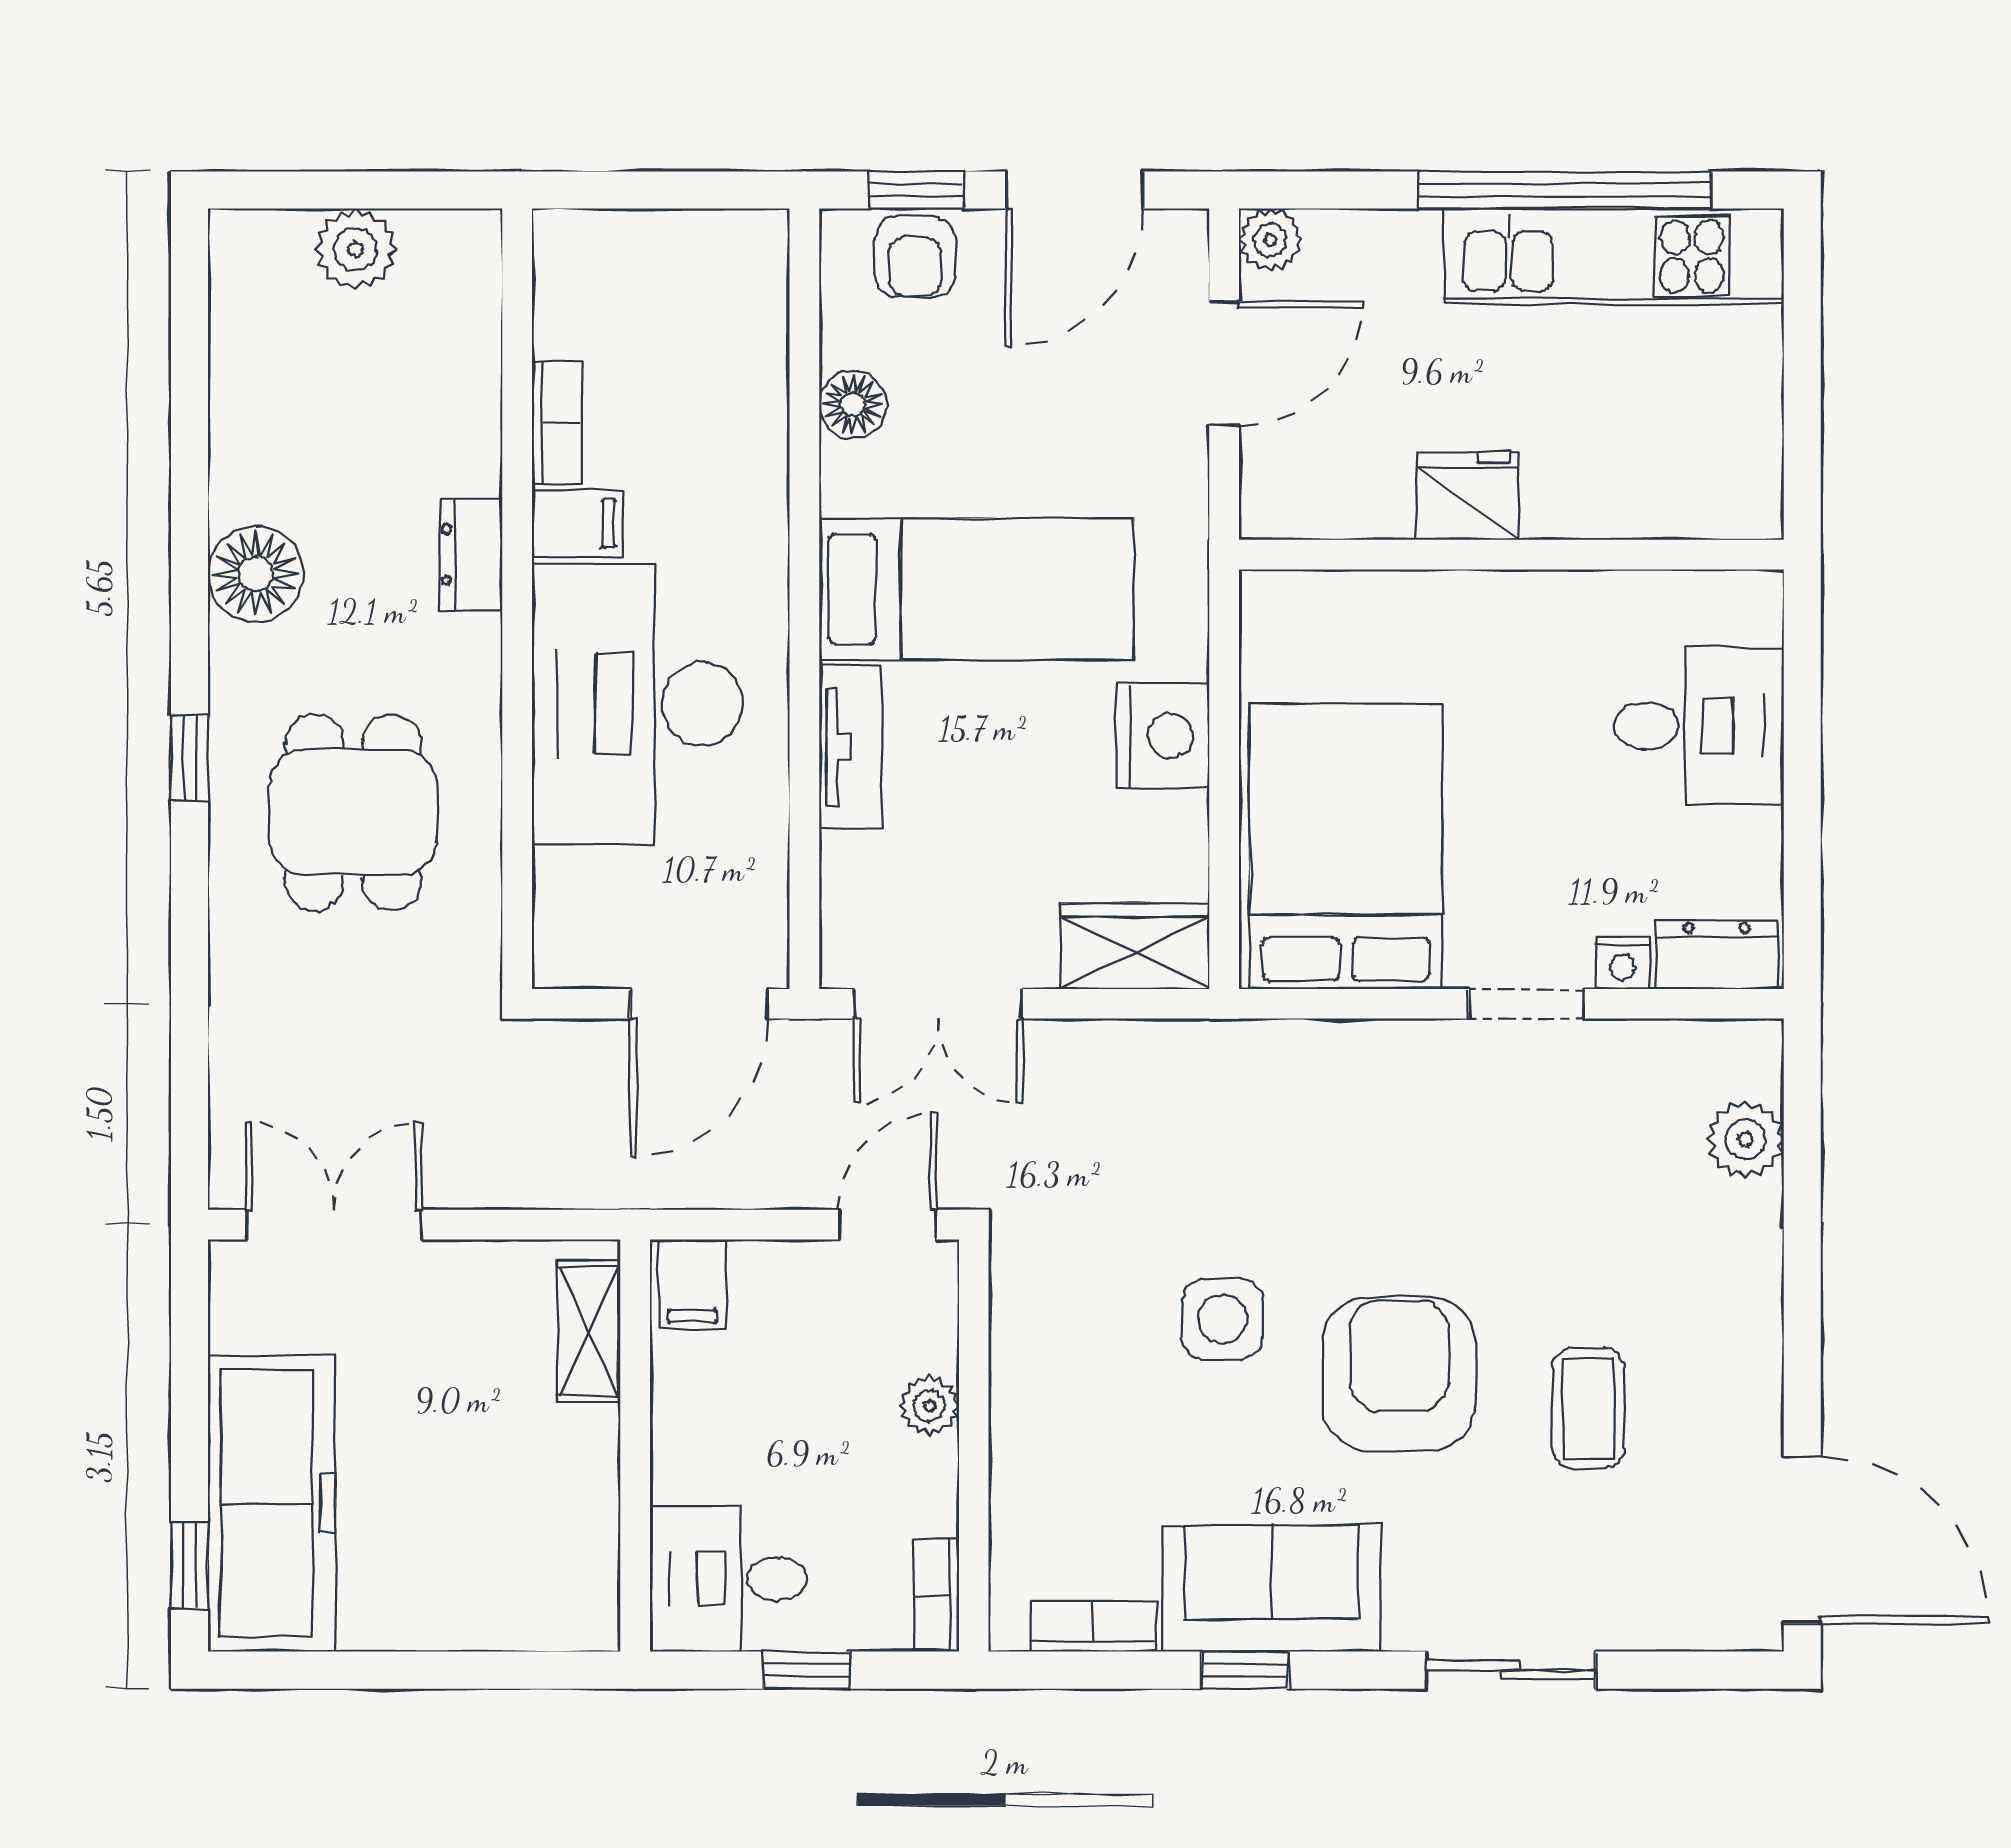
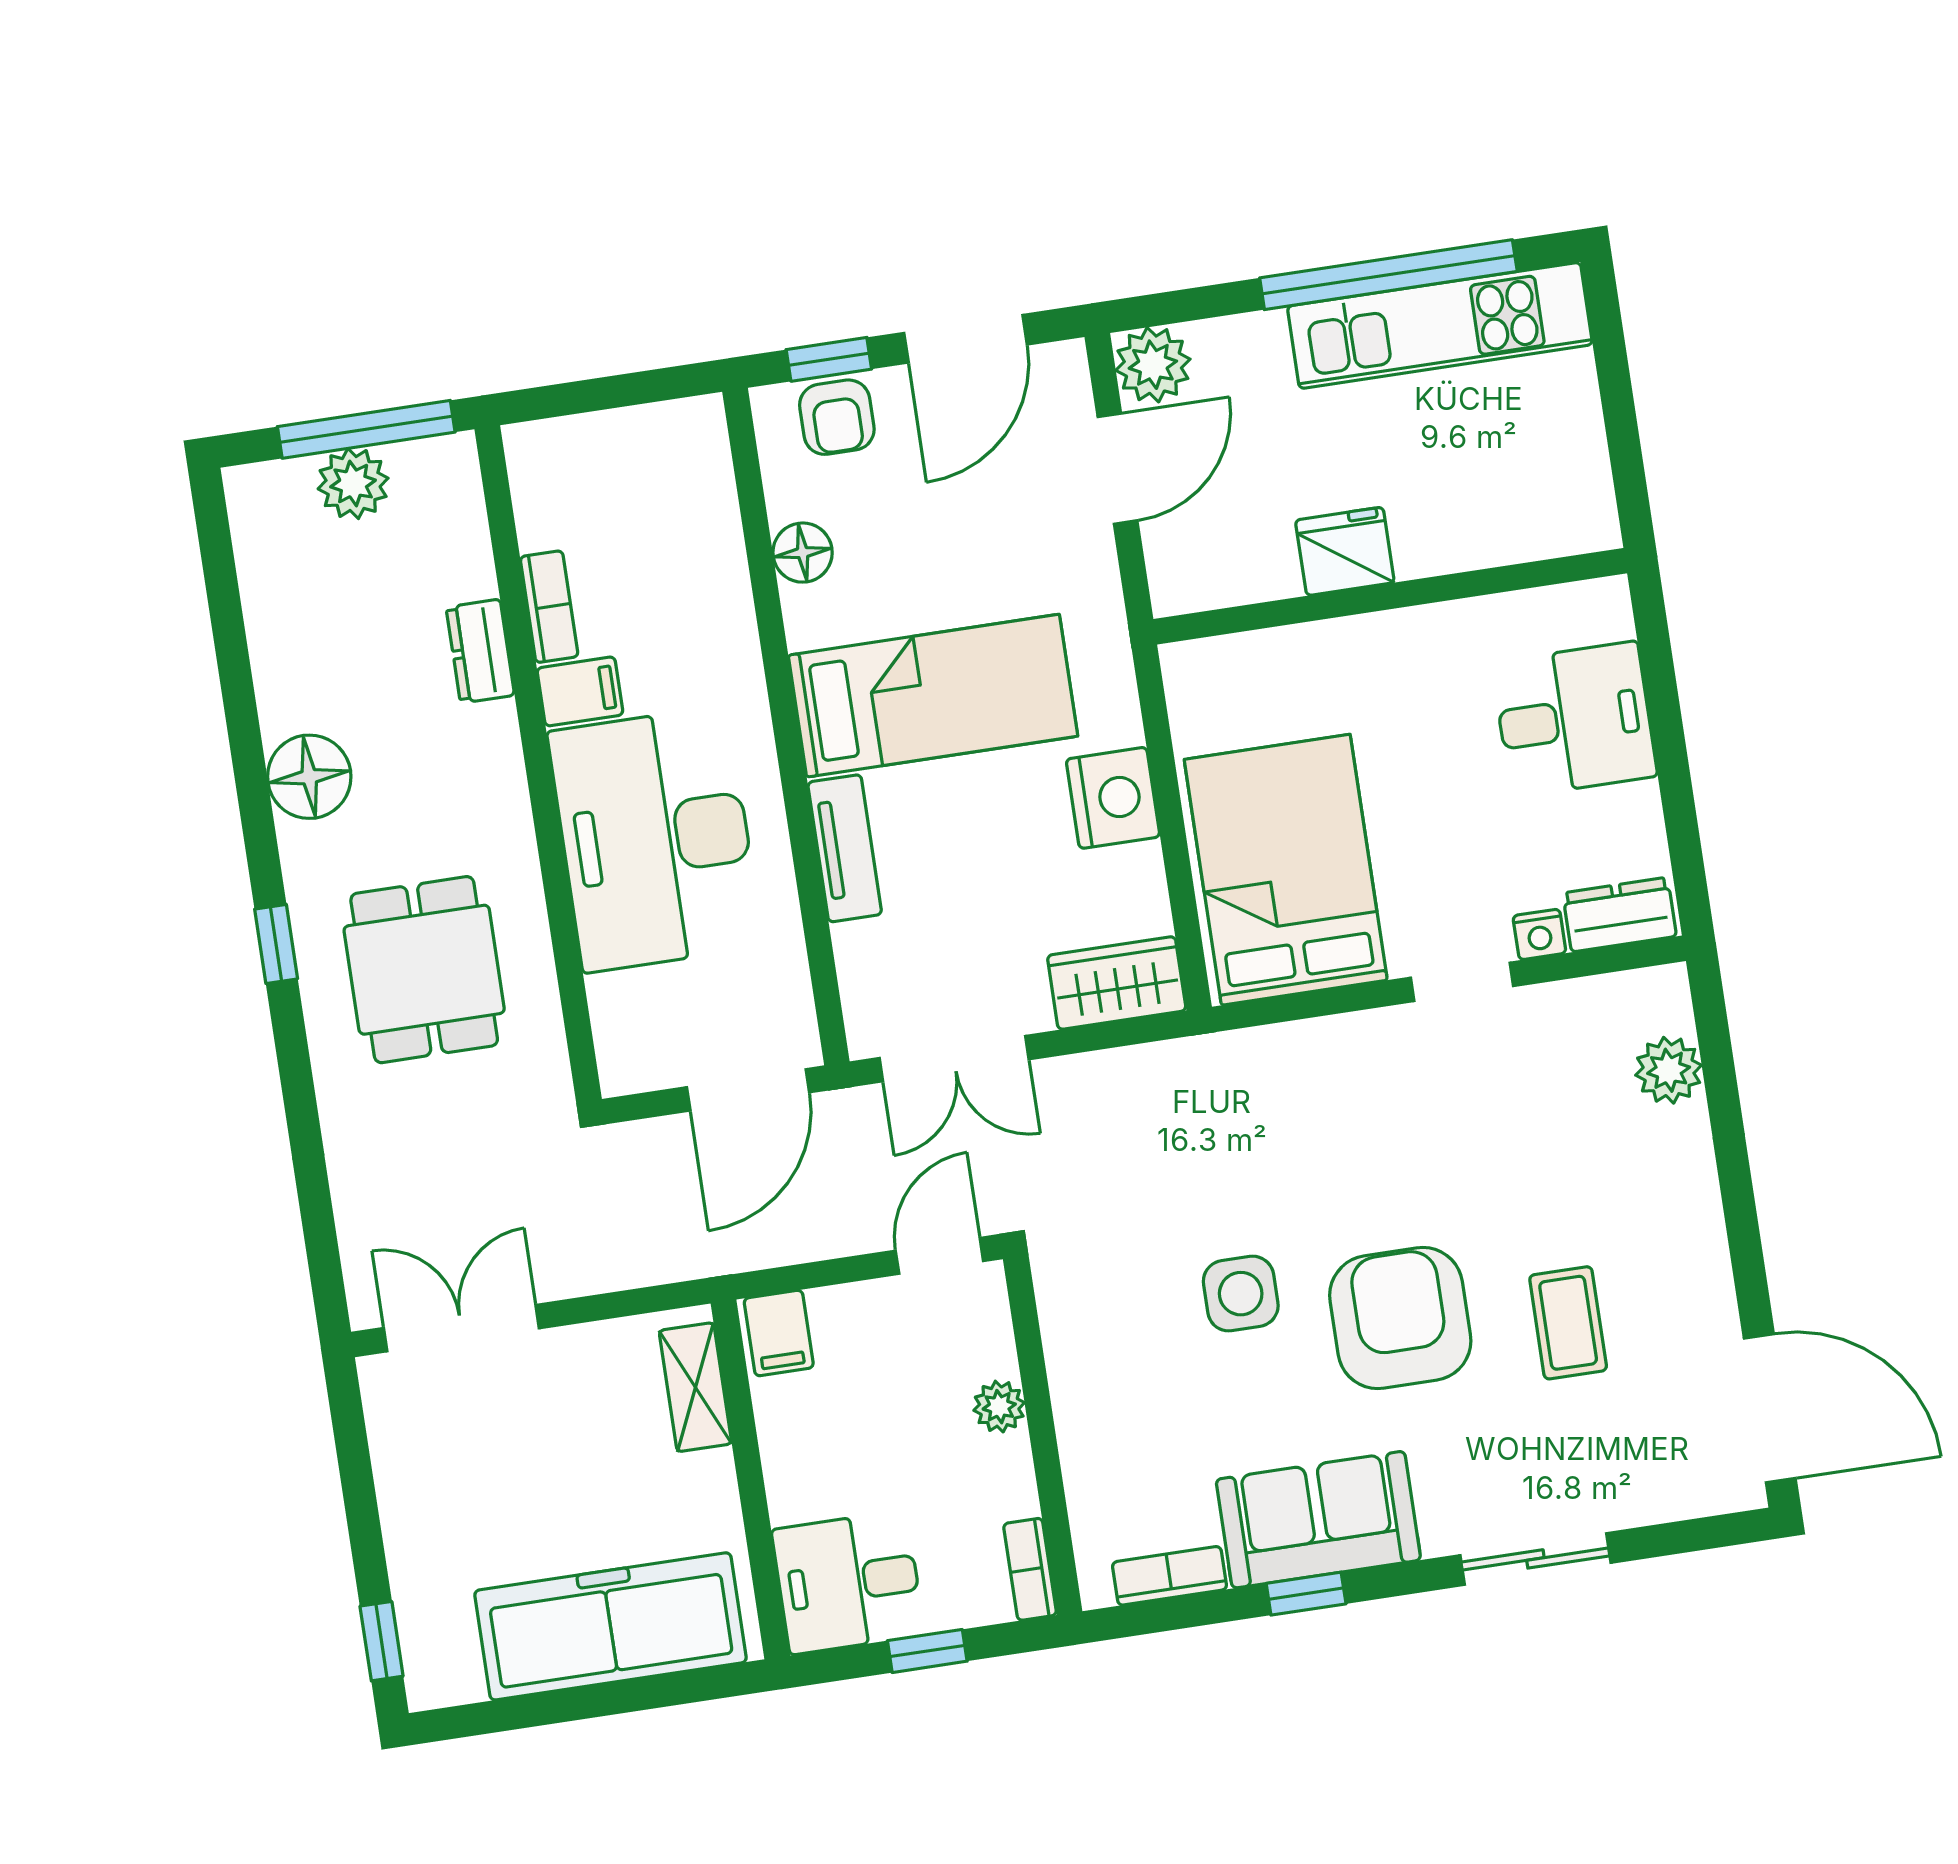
window: (380, 190) -> (366, 429), added
plant: (1270, 240) -> (1153, 365), width x1.38, depth x1.38
dresser: (471, 554) -> (480, 651), moved
freezer: (272, 1503) -> (611, 1626), moved, turned -90

